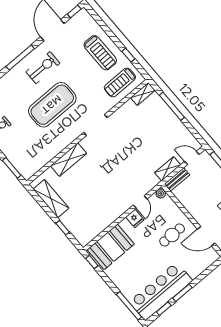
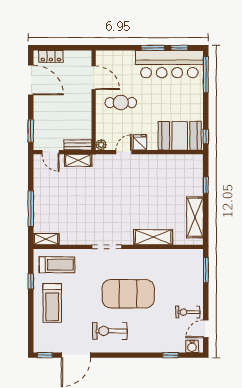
treadmill: (100, 53) -> (52, 303), turned 180
window: (20, 57) -> (121, 355), removed

